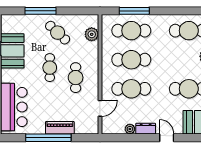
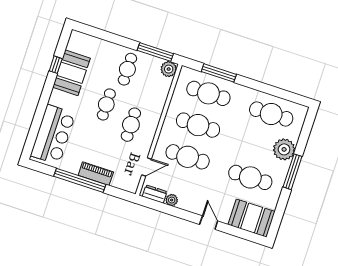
window: (41, 11) -> (155, 52), moved
cafe table: (58, 33) -> (127, 69), turned 47
plant: (92, 34) -> (169, 69), moved
dresser: (146, 129) -> (155, 194), moved

